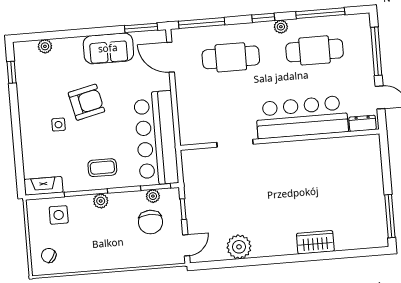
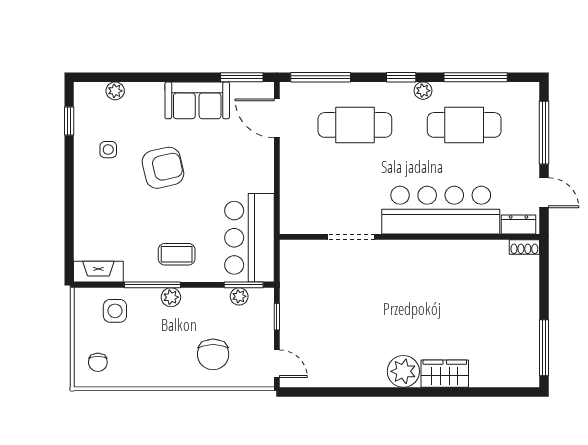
side table: (58, 125) -> (108, 150), moved
bar counter: (156, 138) -> (249, 238), width x0.73
shoe rack: (368, 140) -> (524, 247), added
chair: (150, 222) -> (213, 354), moved
door: (186, 245) -> (277, 364), hinge flipped
plant: (239, 247) -> (403, 371), moved
chair: (49, 255) -> (98, 362), turned -124

